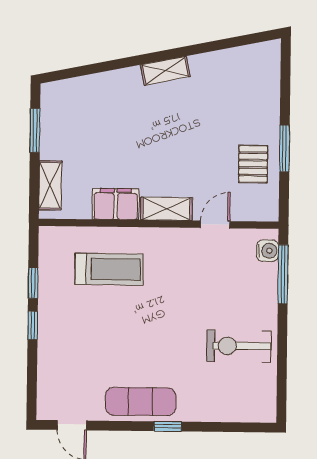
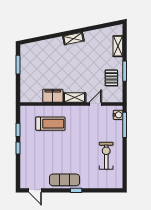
shelving: (50, 185) -> (118, 46), moved
exercise bike: (239, 346) -> (106, 156), turned 90

